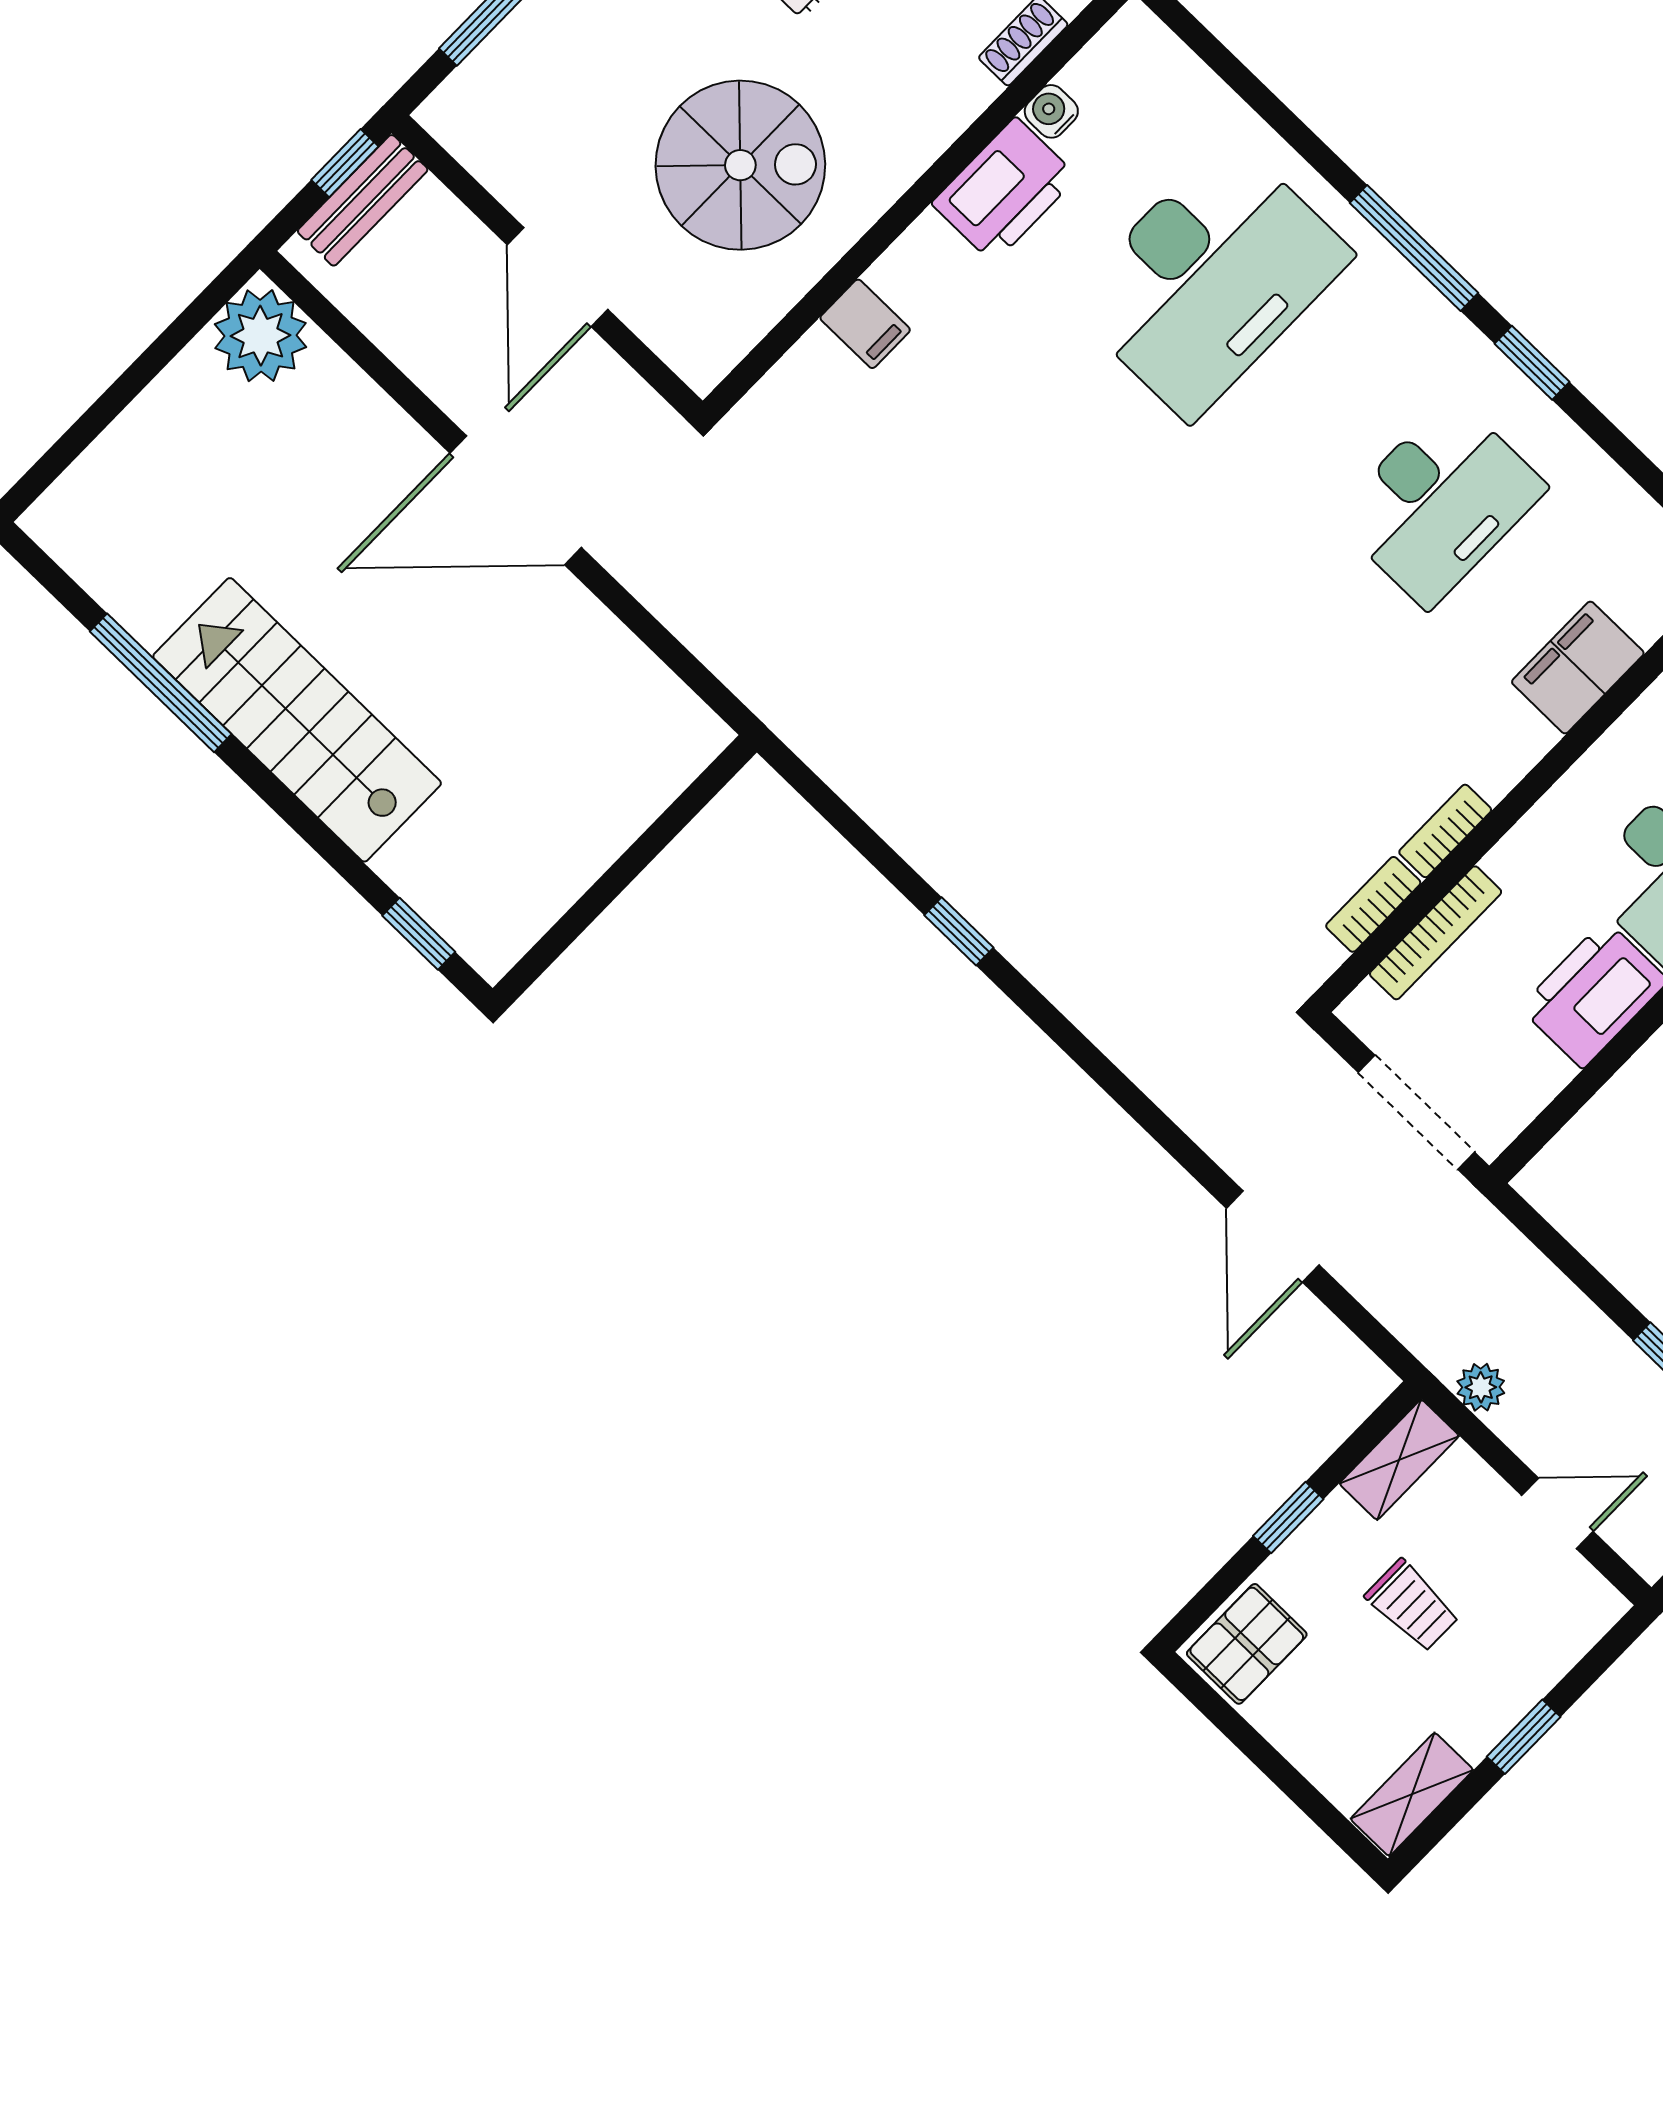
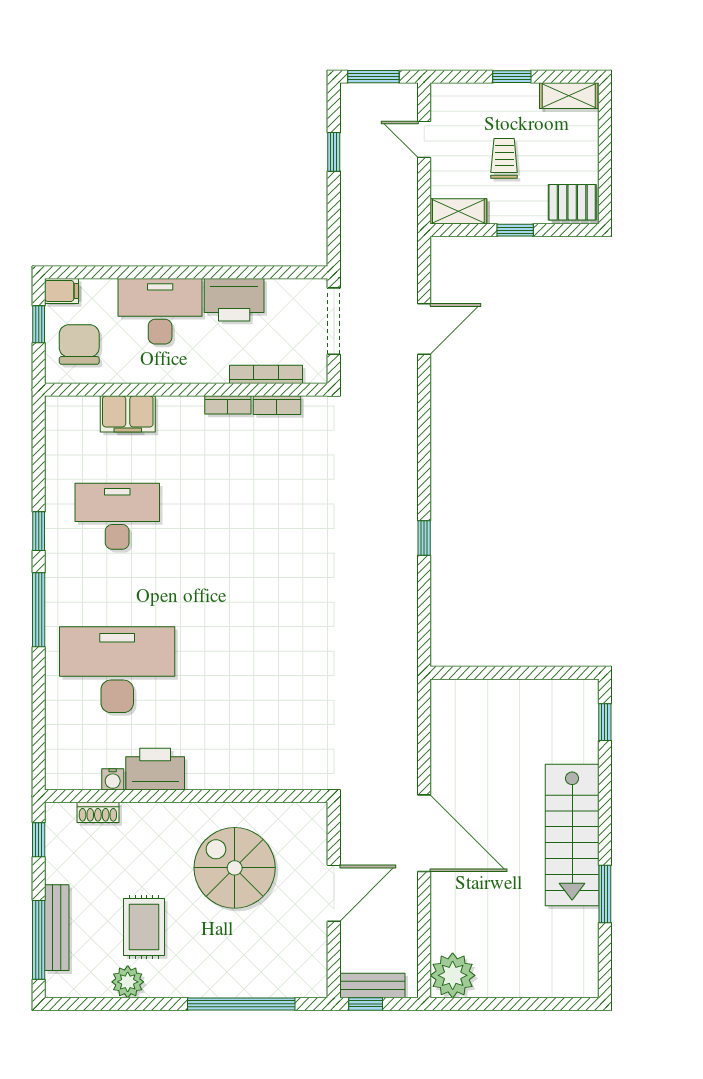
filing cabinet: (865, 324) -> (247, 772), removed
window: (161, 683) -> (605, 894), width x0.69
plant: (1481, 1387) -> (406, 208), removed

